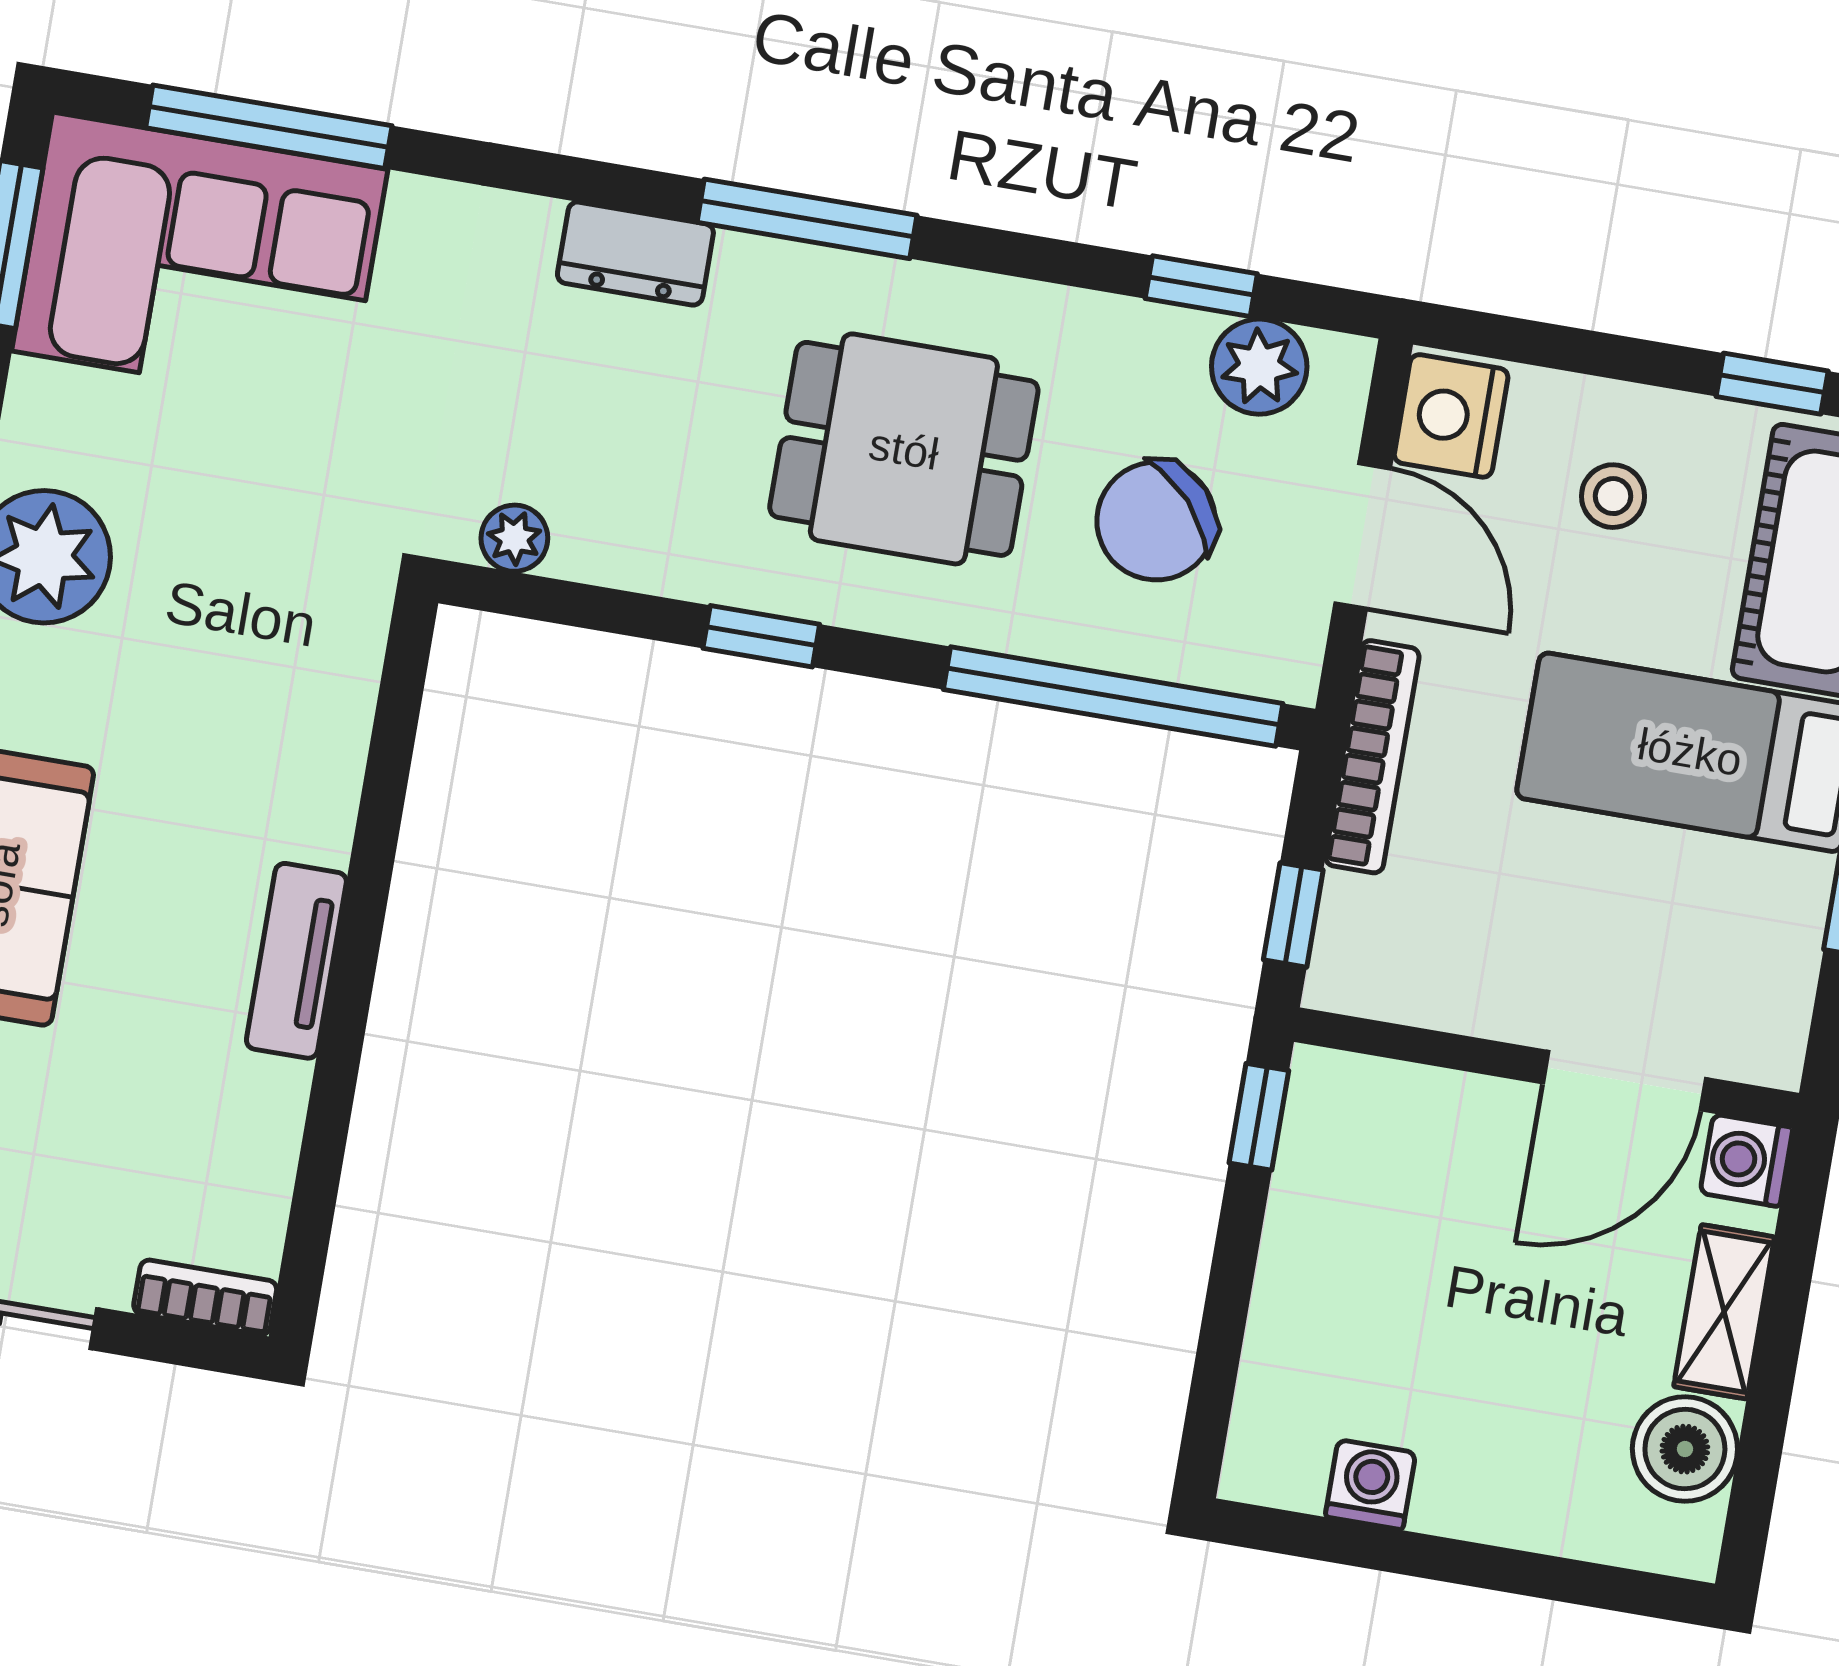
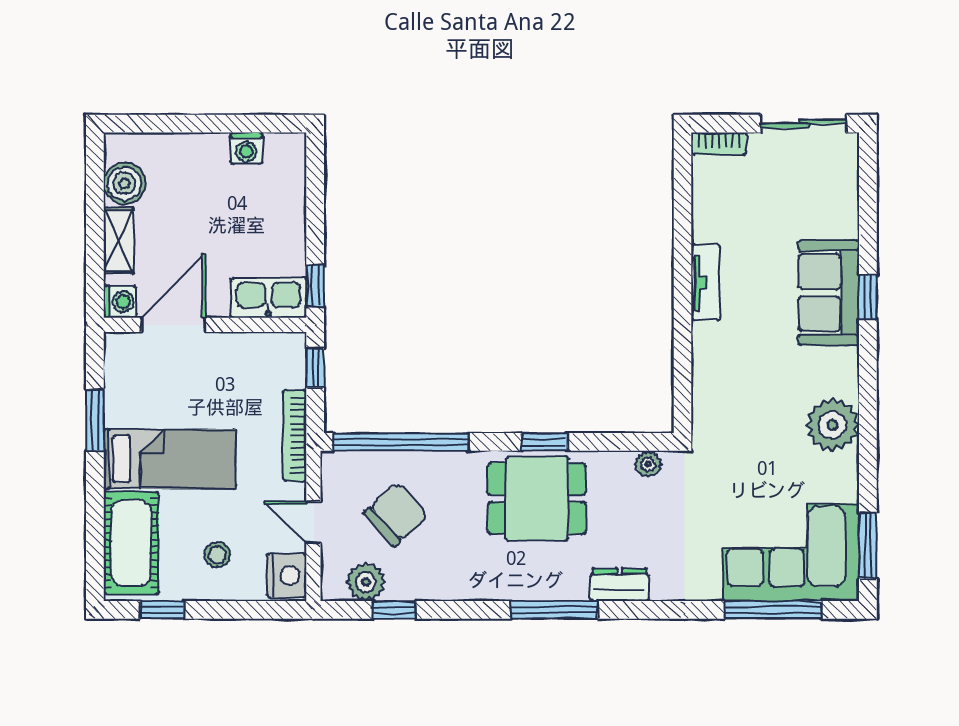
dining table: (904, 449) -> (537, 498), moved
door: (1363, 536) -> (313, 522), width x0.73
kitchen sink: (1379, 1107) -> (268, 298), added

